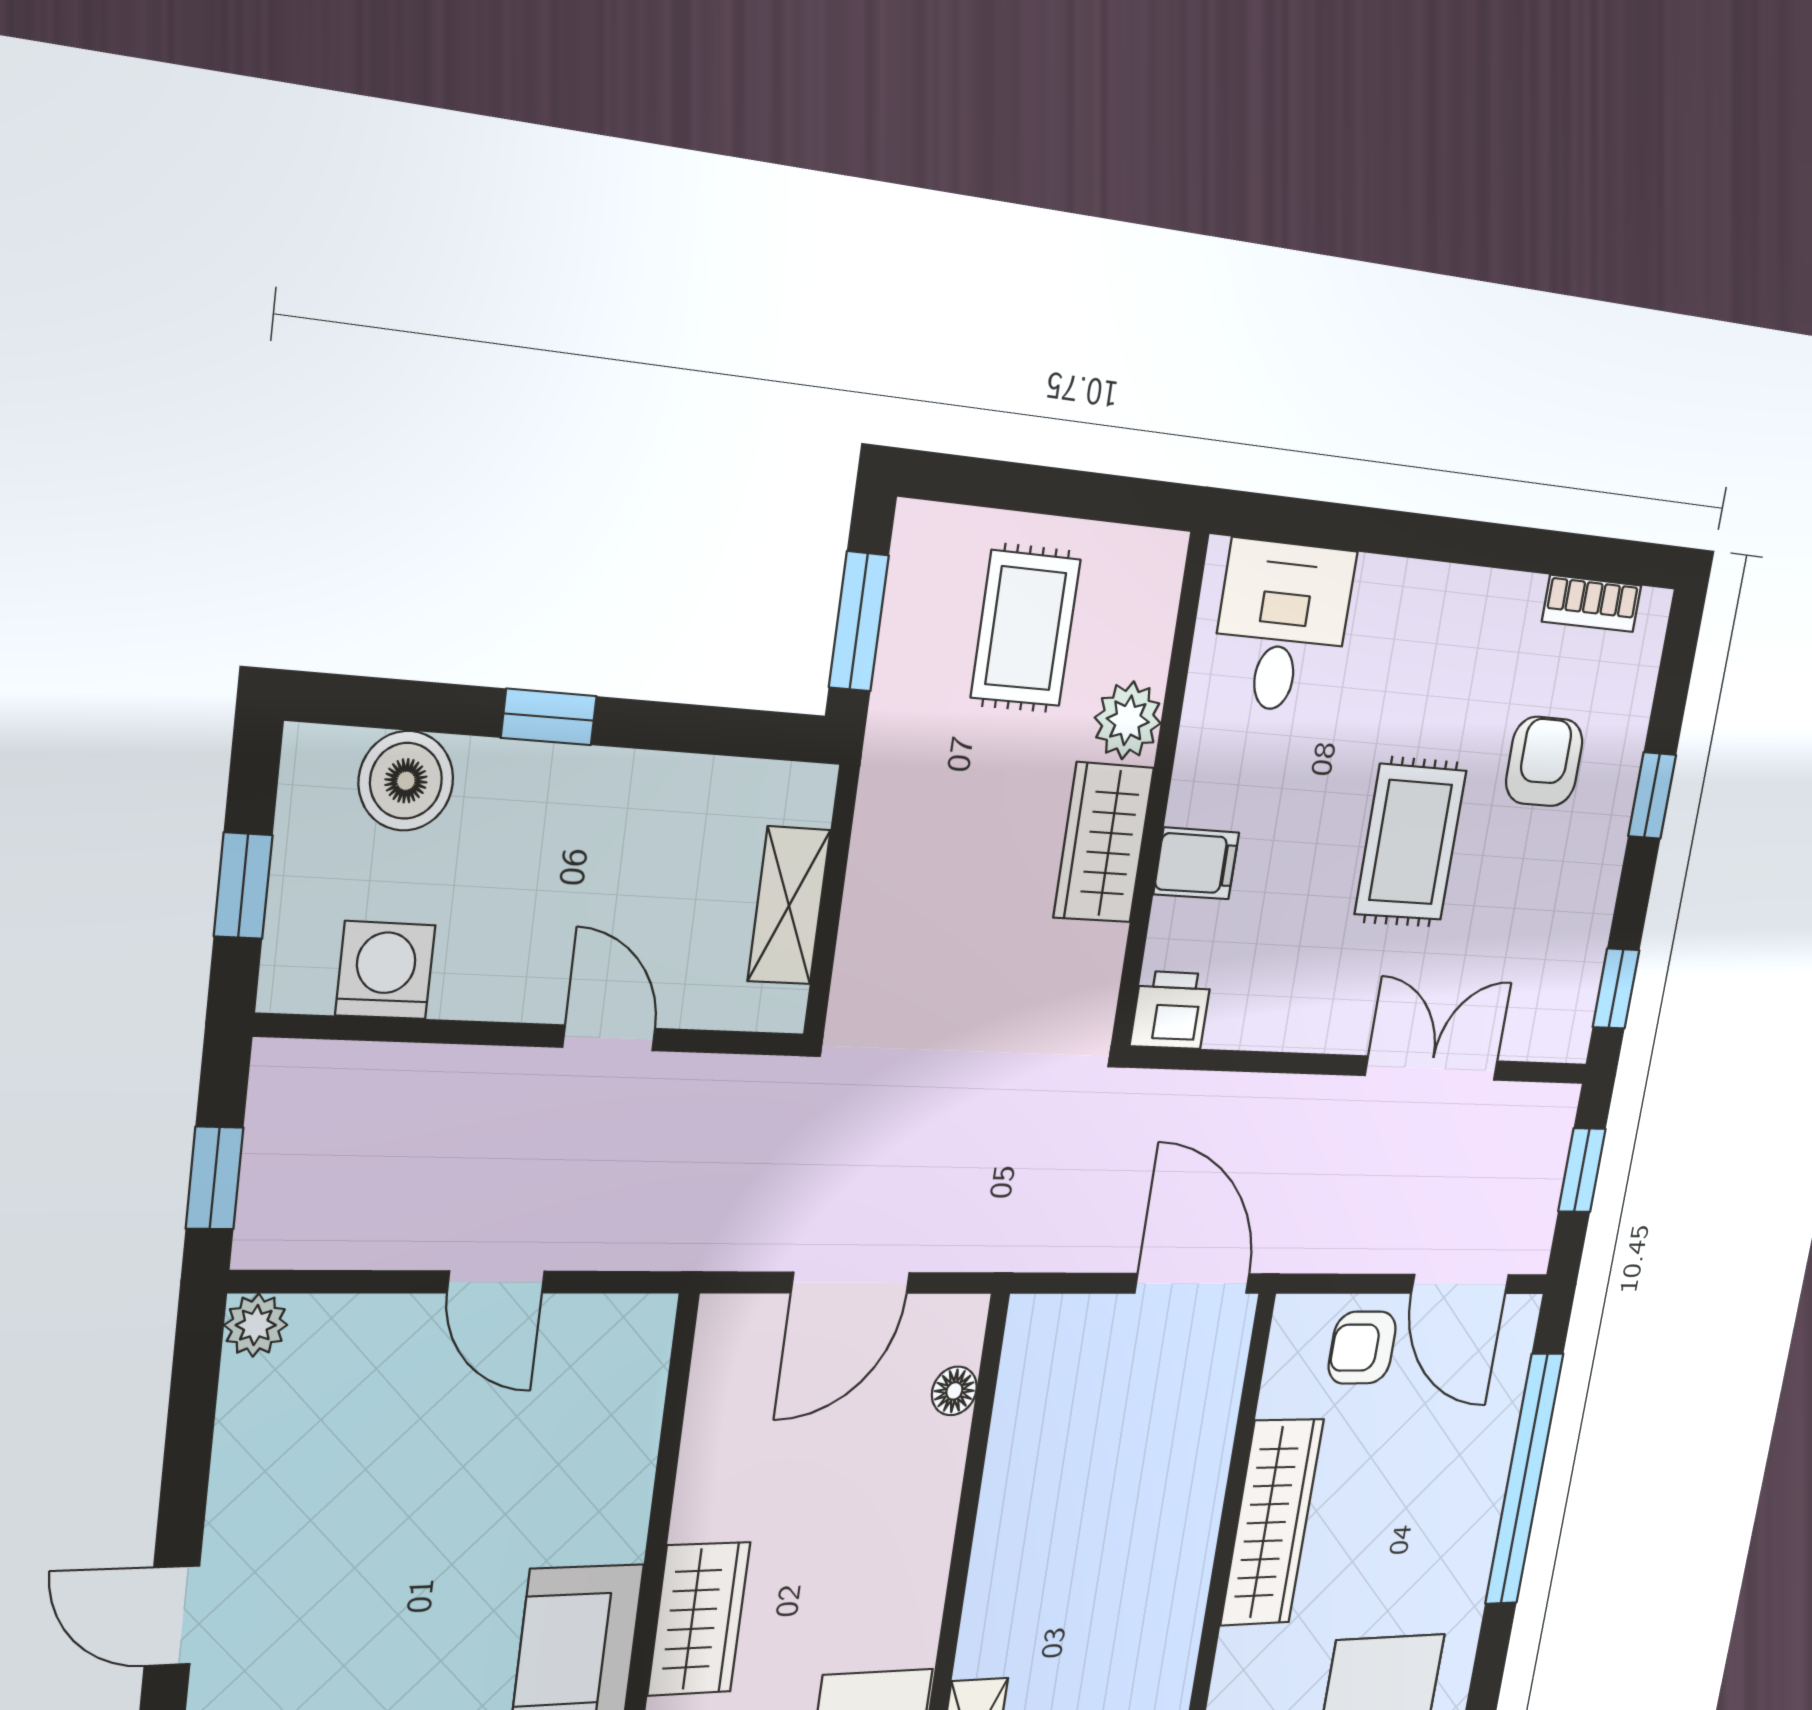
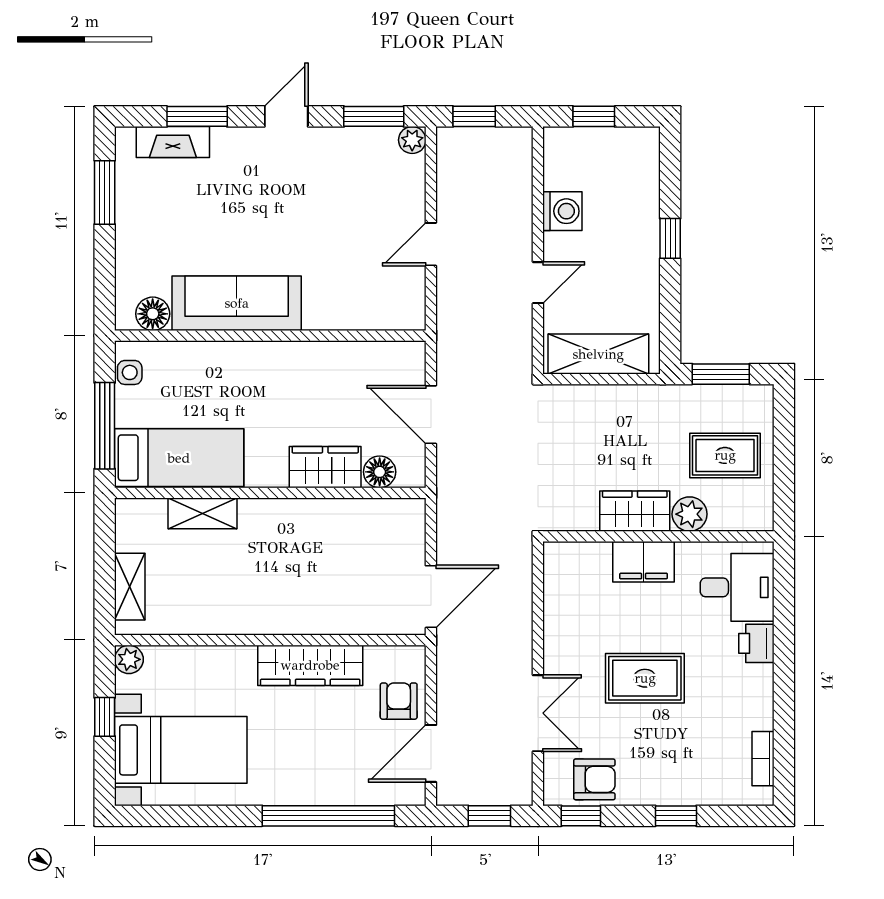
armchair: (1544, 761) -> (594, 779), moved
boiler: (406, 781) -> (640, 180), removed
filing cabinet: (1196, 863) -> (644, 562), width x2.00
shelving: (789, 906) -> (598, 354), width x1.50, depth x1.33
washing machine: (385, 970) -> (562, 211), moved
printer: (1171, 1010) -> (756, 643), moved, turned 180
floor lamp: (954, 1391) -> (380, 472), width x1.37, depth x1.37
window: (191, 1415) -> (374, 116), added
wardrobe: (699, 1619) -> (325, 467), moved, turned 180

